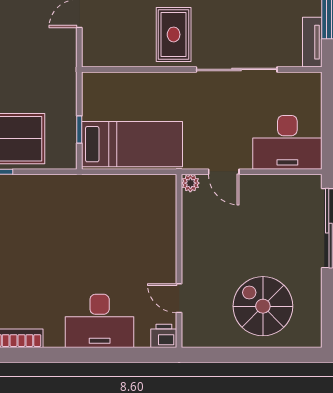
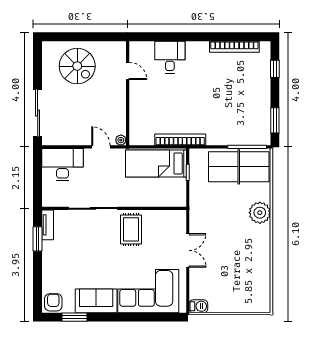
bookcase: (92, 184) -> (180, 140), added
desk: (100, 321) -> (170, 57), width x0.73
printer: (164, 336) -> (137, 48), removed

